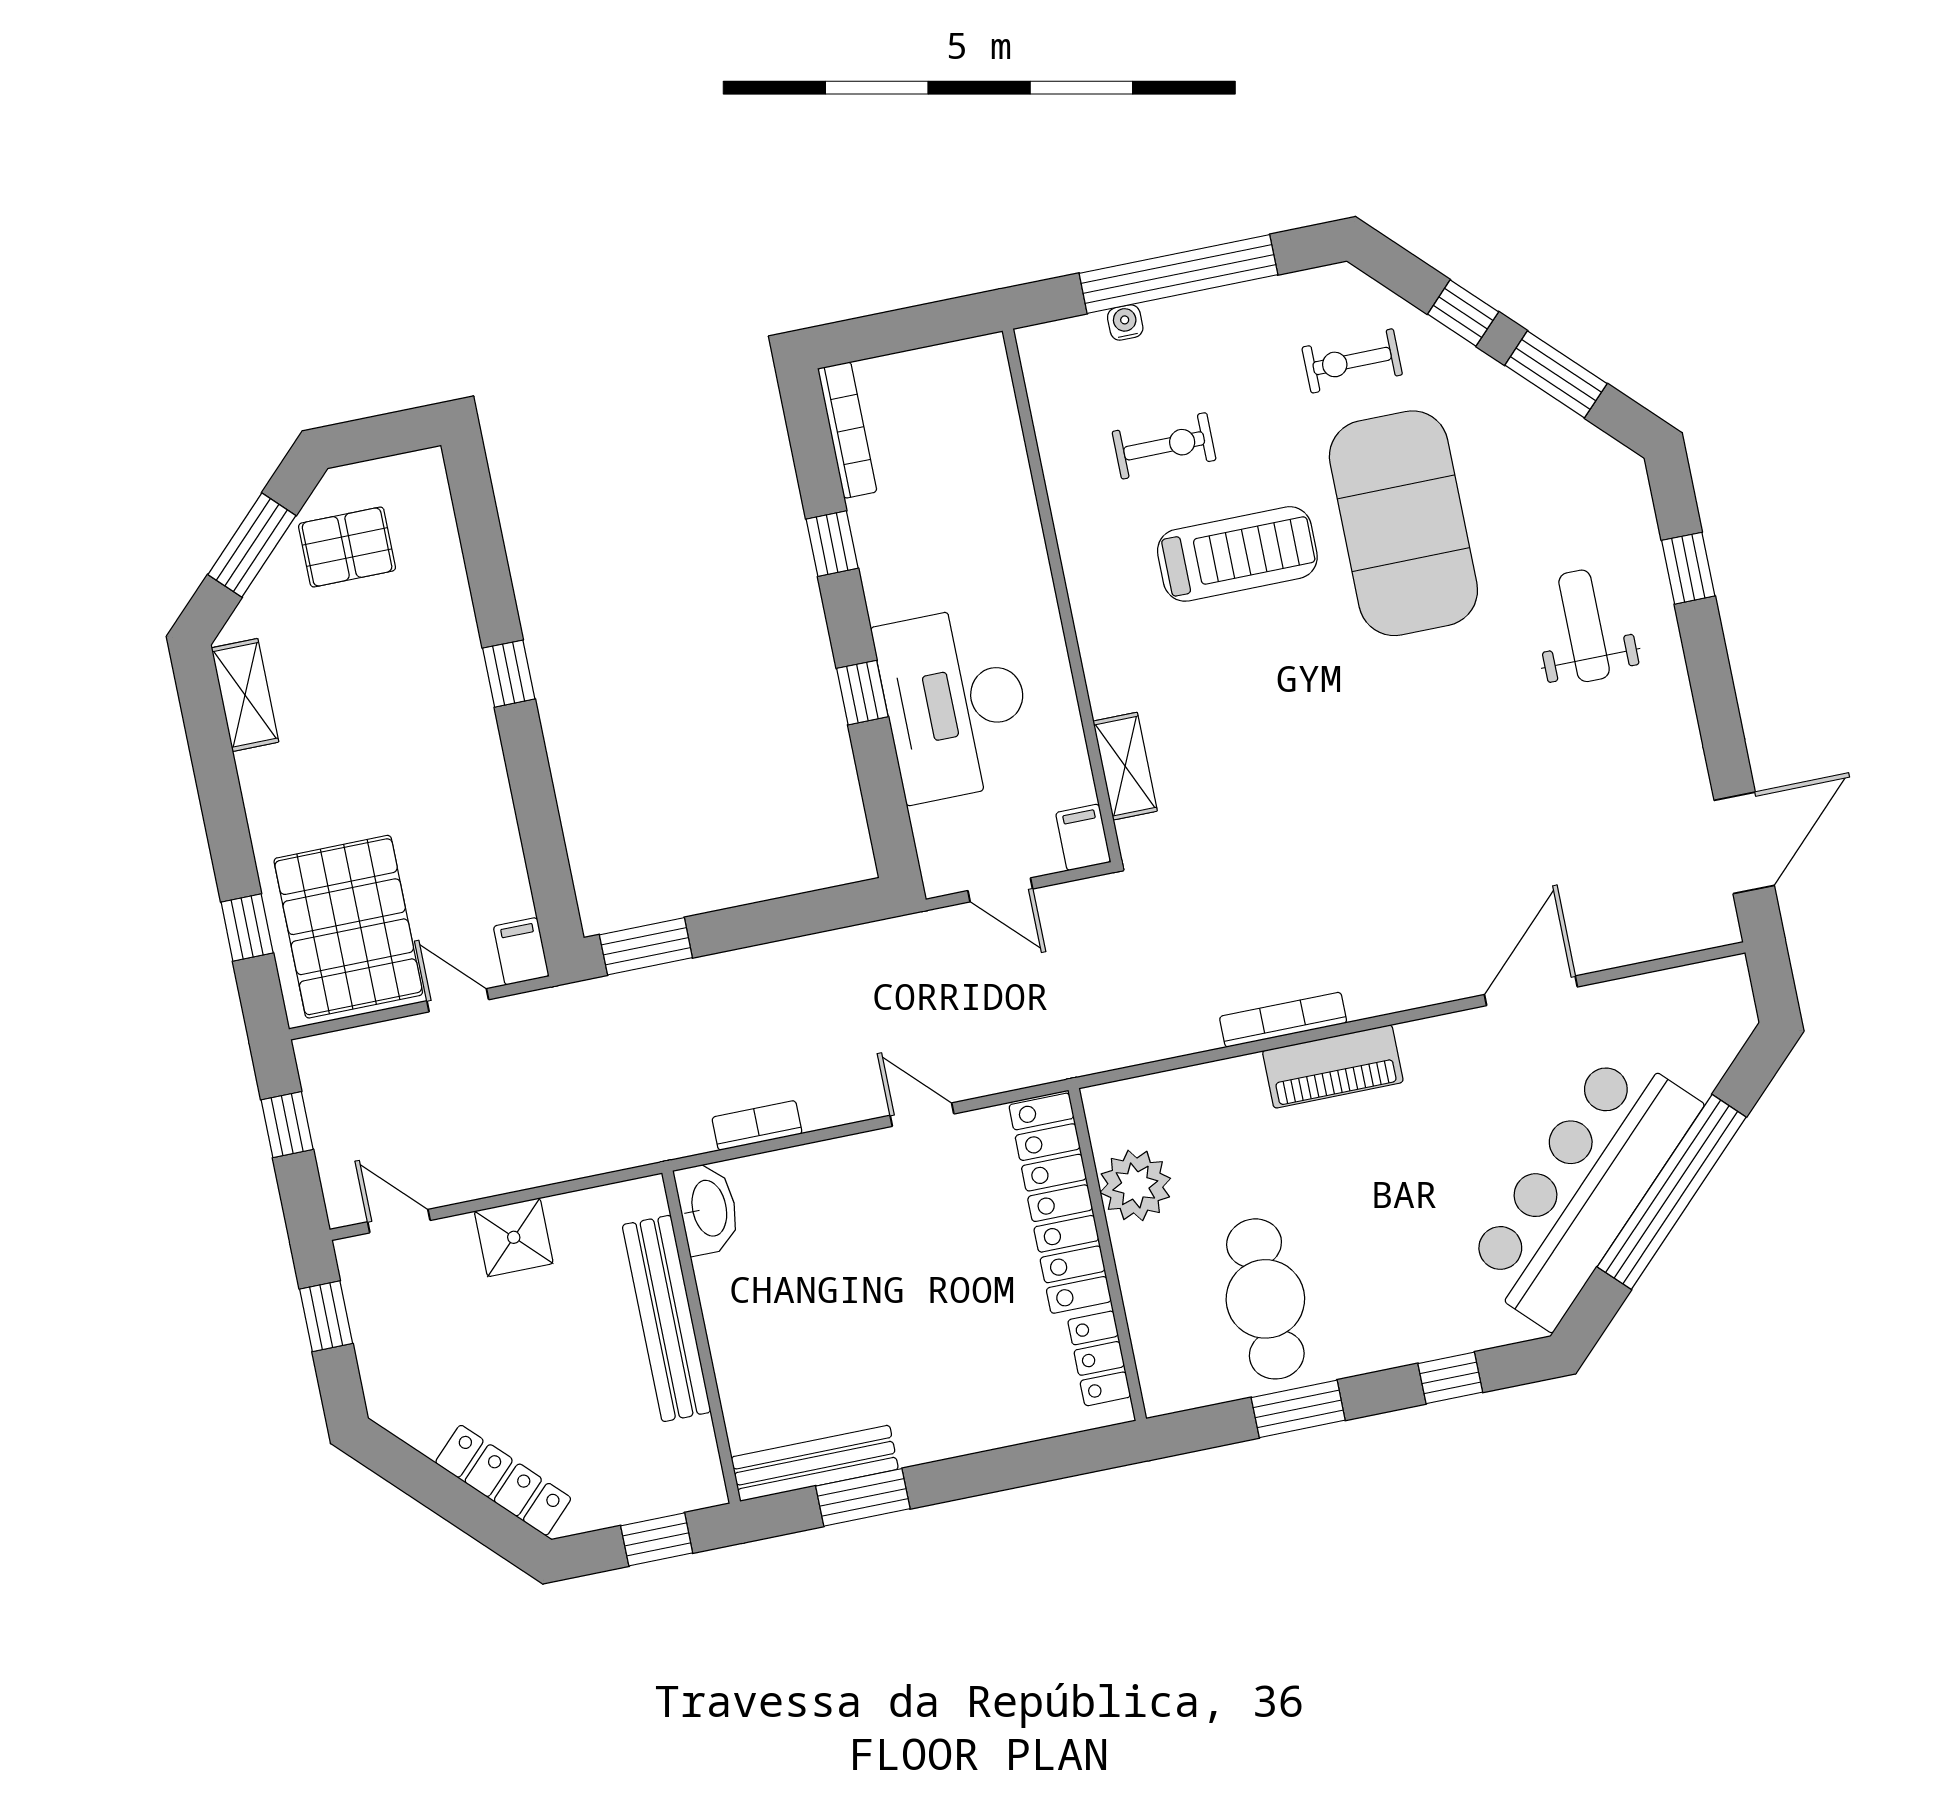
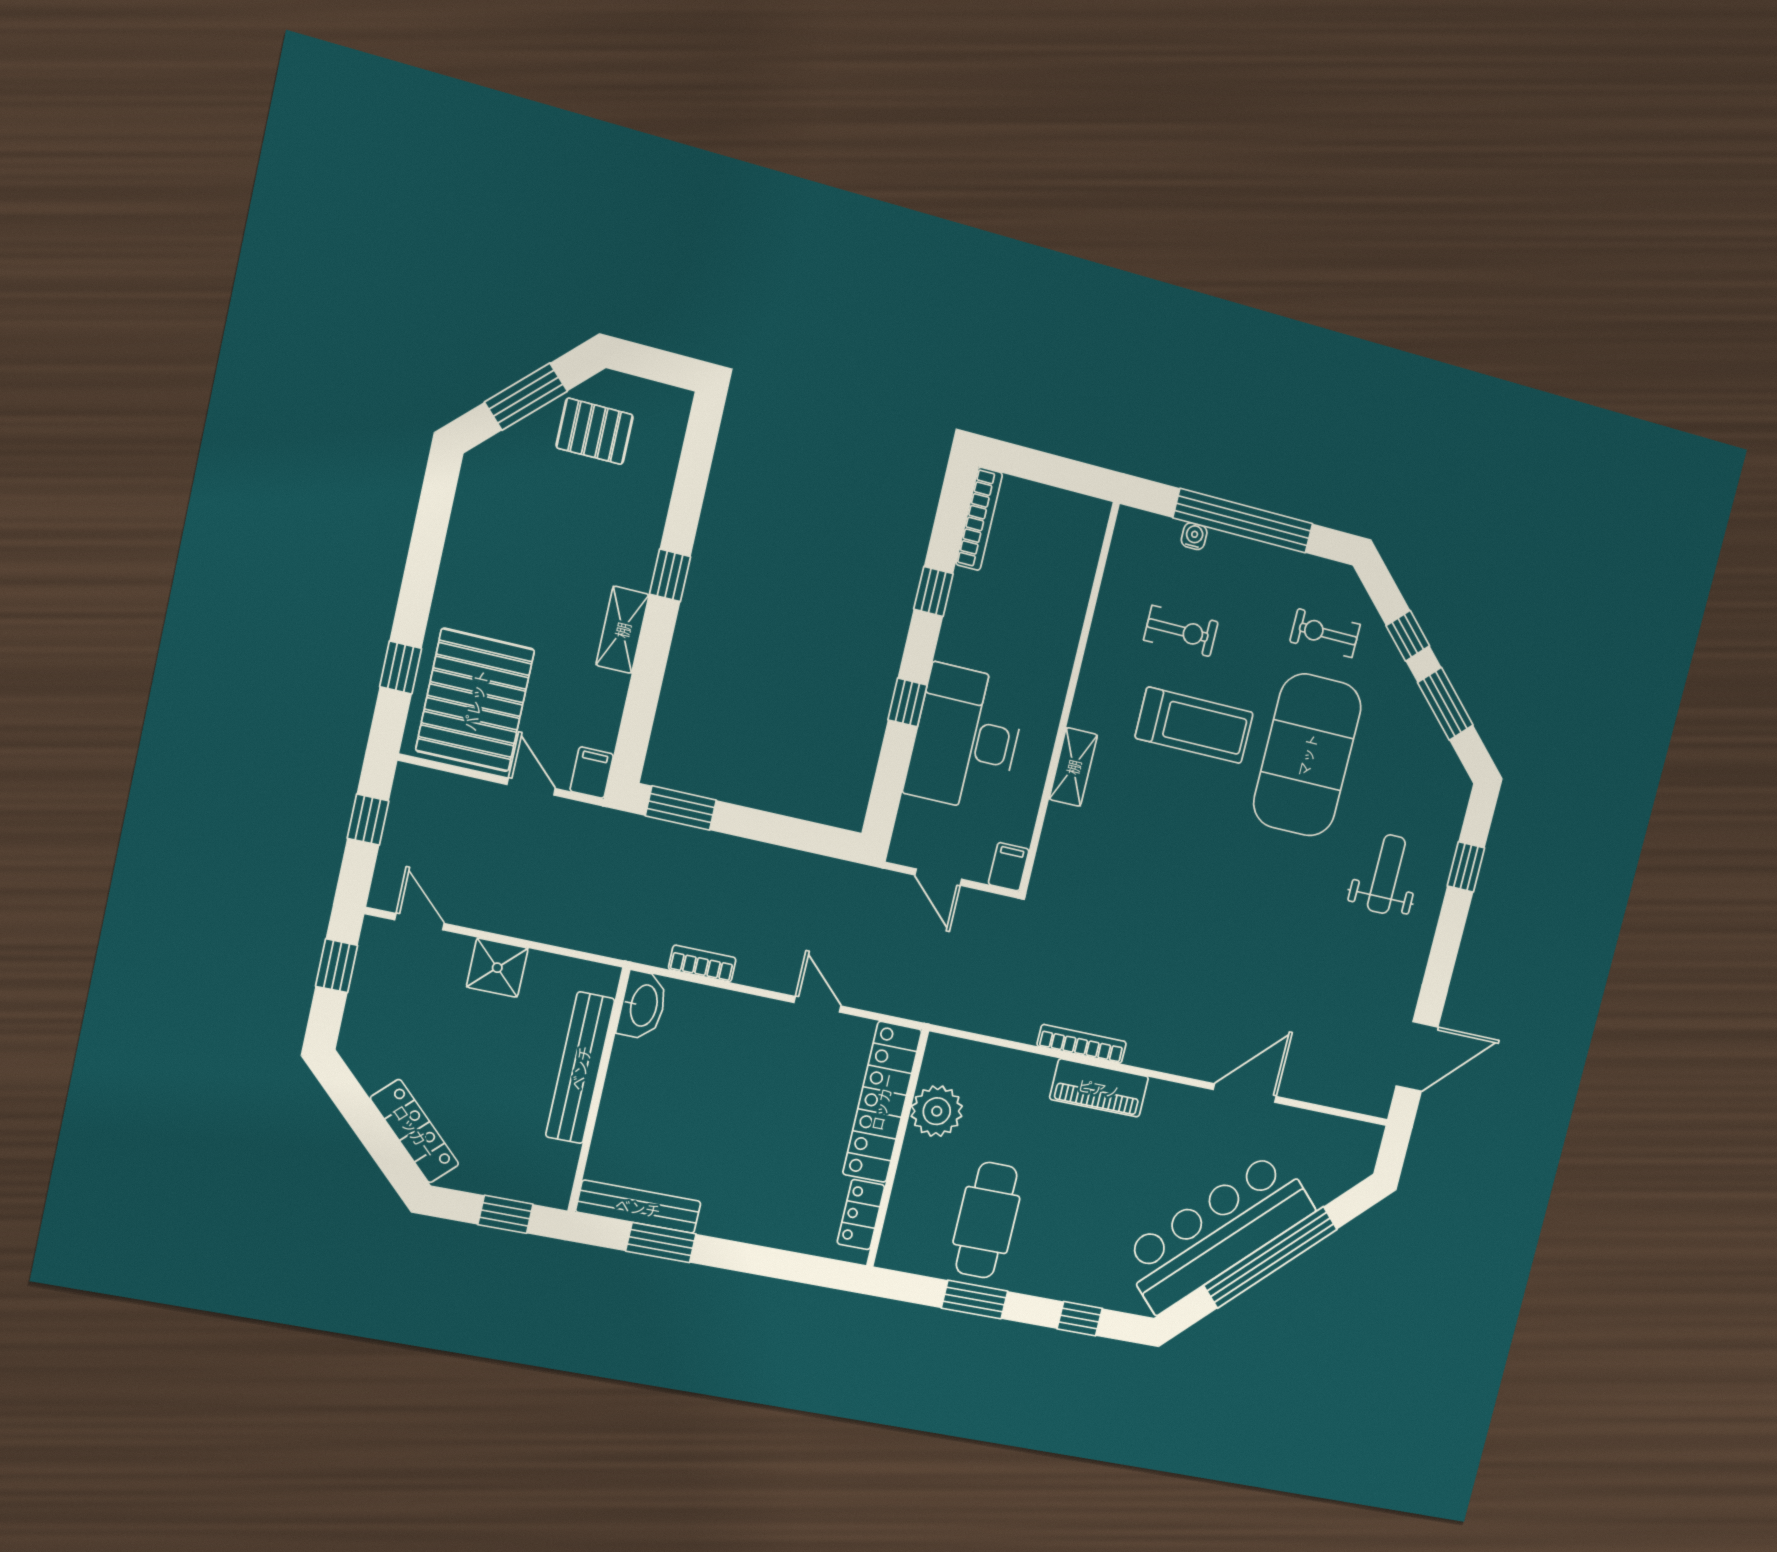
shelving: (245, 695) -> (622, 630), moved
shelving: (1125, 766) -> (1073, 767), moved

